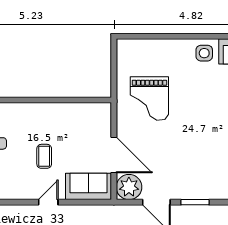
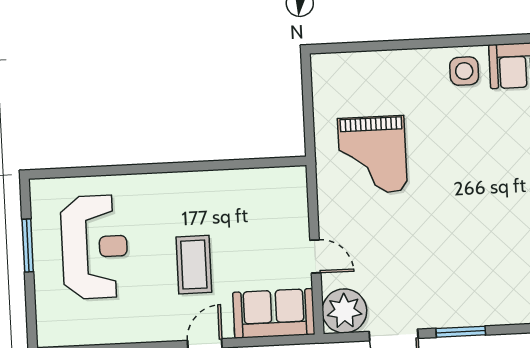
door: (114, 155) -> (315, 256), width x0.53
coffee table: (44, 156) -> (194, 265), width x1.36, depth x1.30

